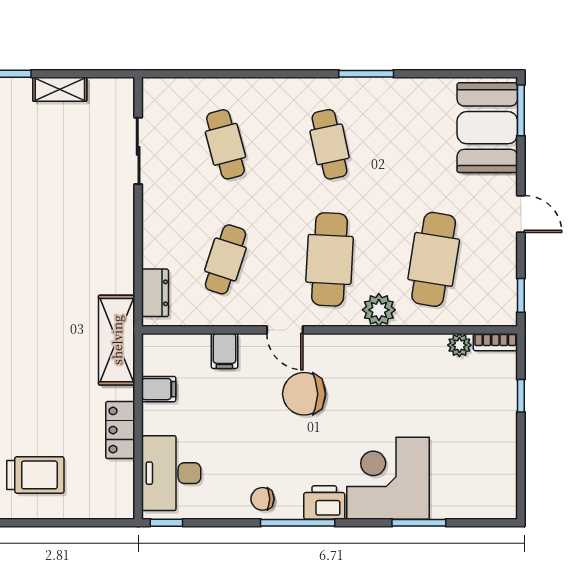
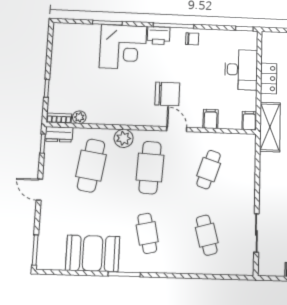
booth: (487, 128) -> (93, 253), moved, turned 90
dresser: (155, 293) -> (59, 134), moved, turned -90
filing cabinet: (159, 389) -> (249, 121), moved, turned 90
desk: (171, 473) -> (241, 70), moved

